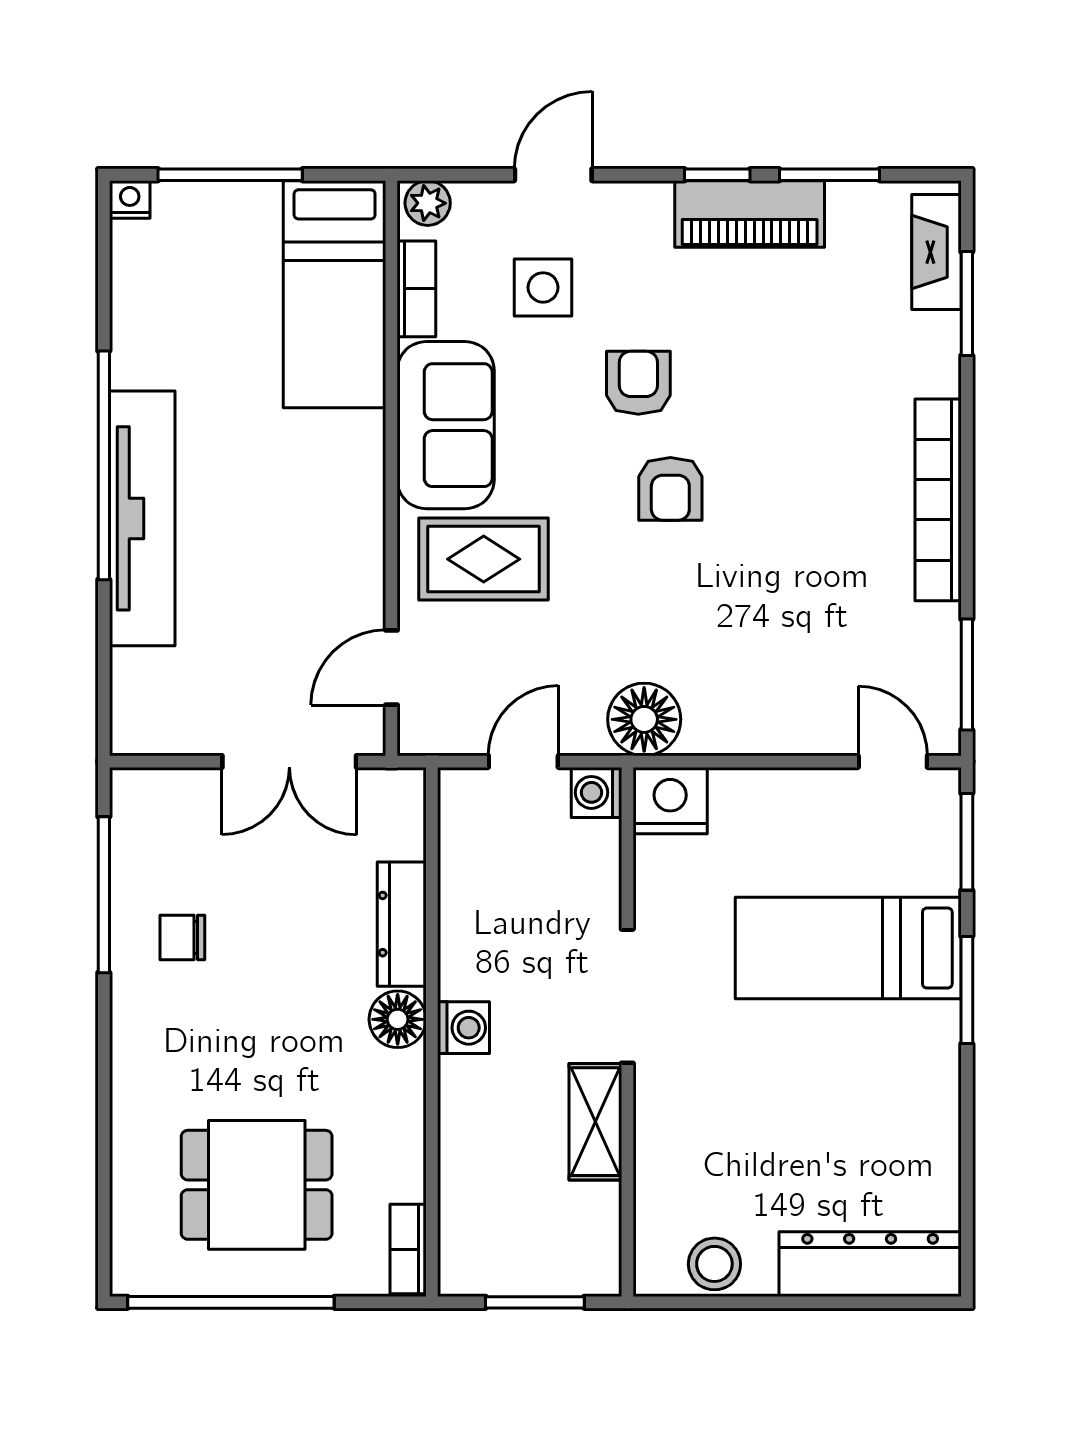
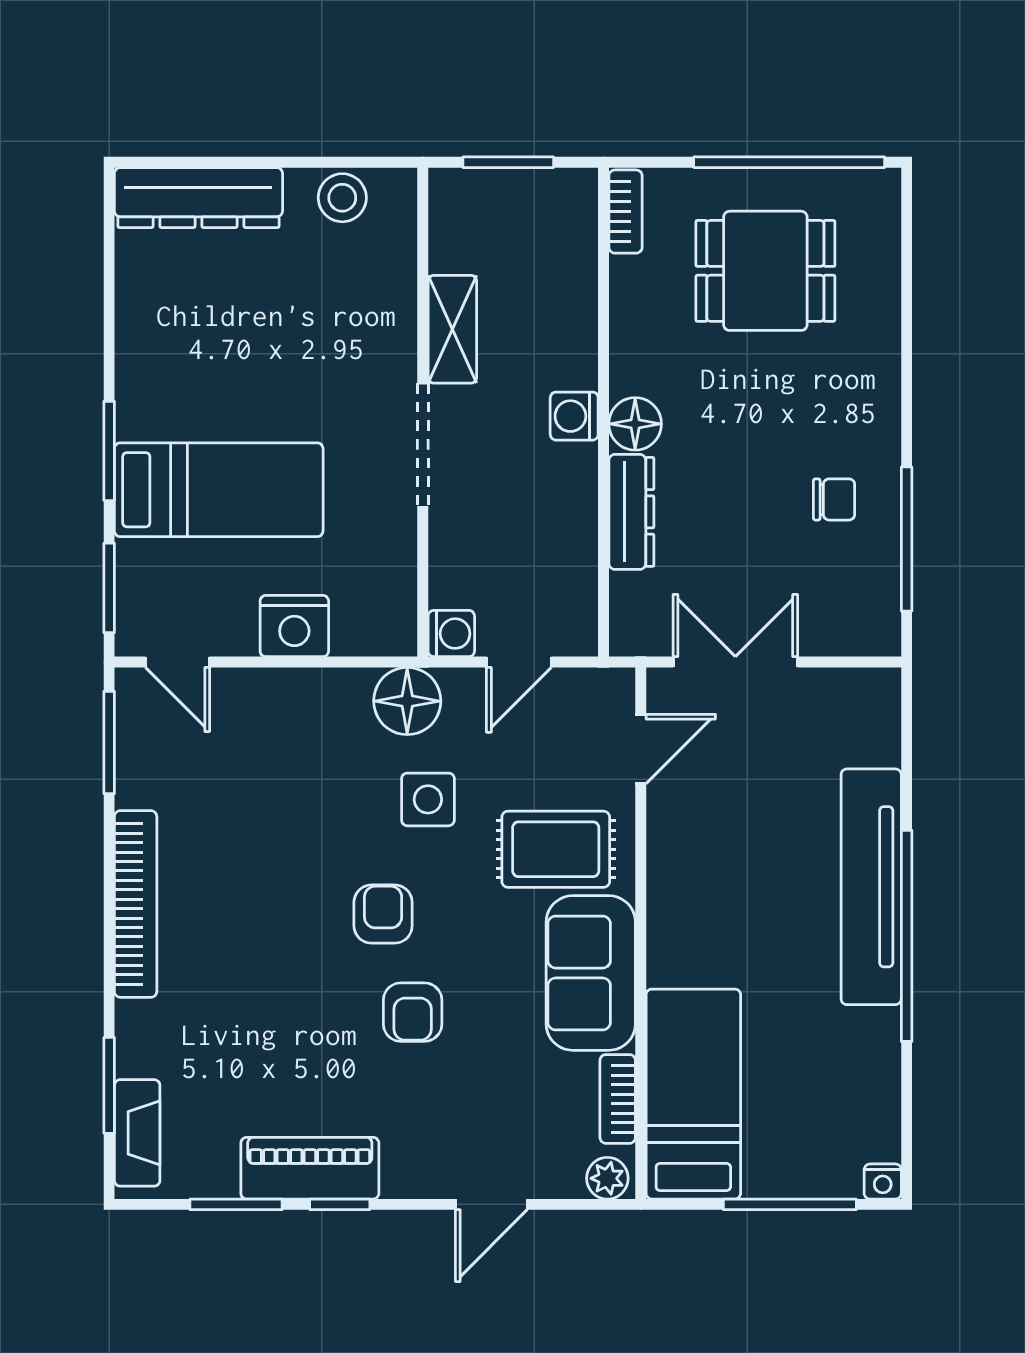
side table: (543, 287) -> (428, 799), moved
nightstand: (670, 801) -> (294, 626), moved

